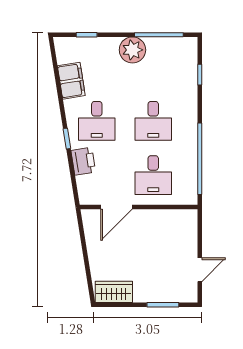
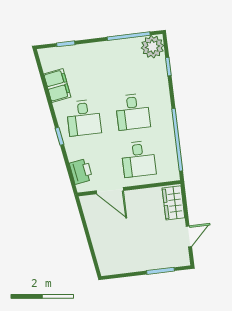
plant: (132, 50) -> (152, 47), moved
printer: (83, 161) -> (81, 171), moved
door: (116, 207) -> (110, 191), hinge flipped
wardrobe: (114, 292) -> (173, 203), moved, turned -90

